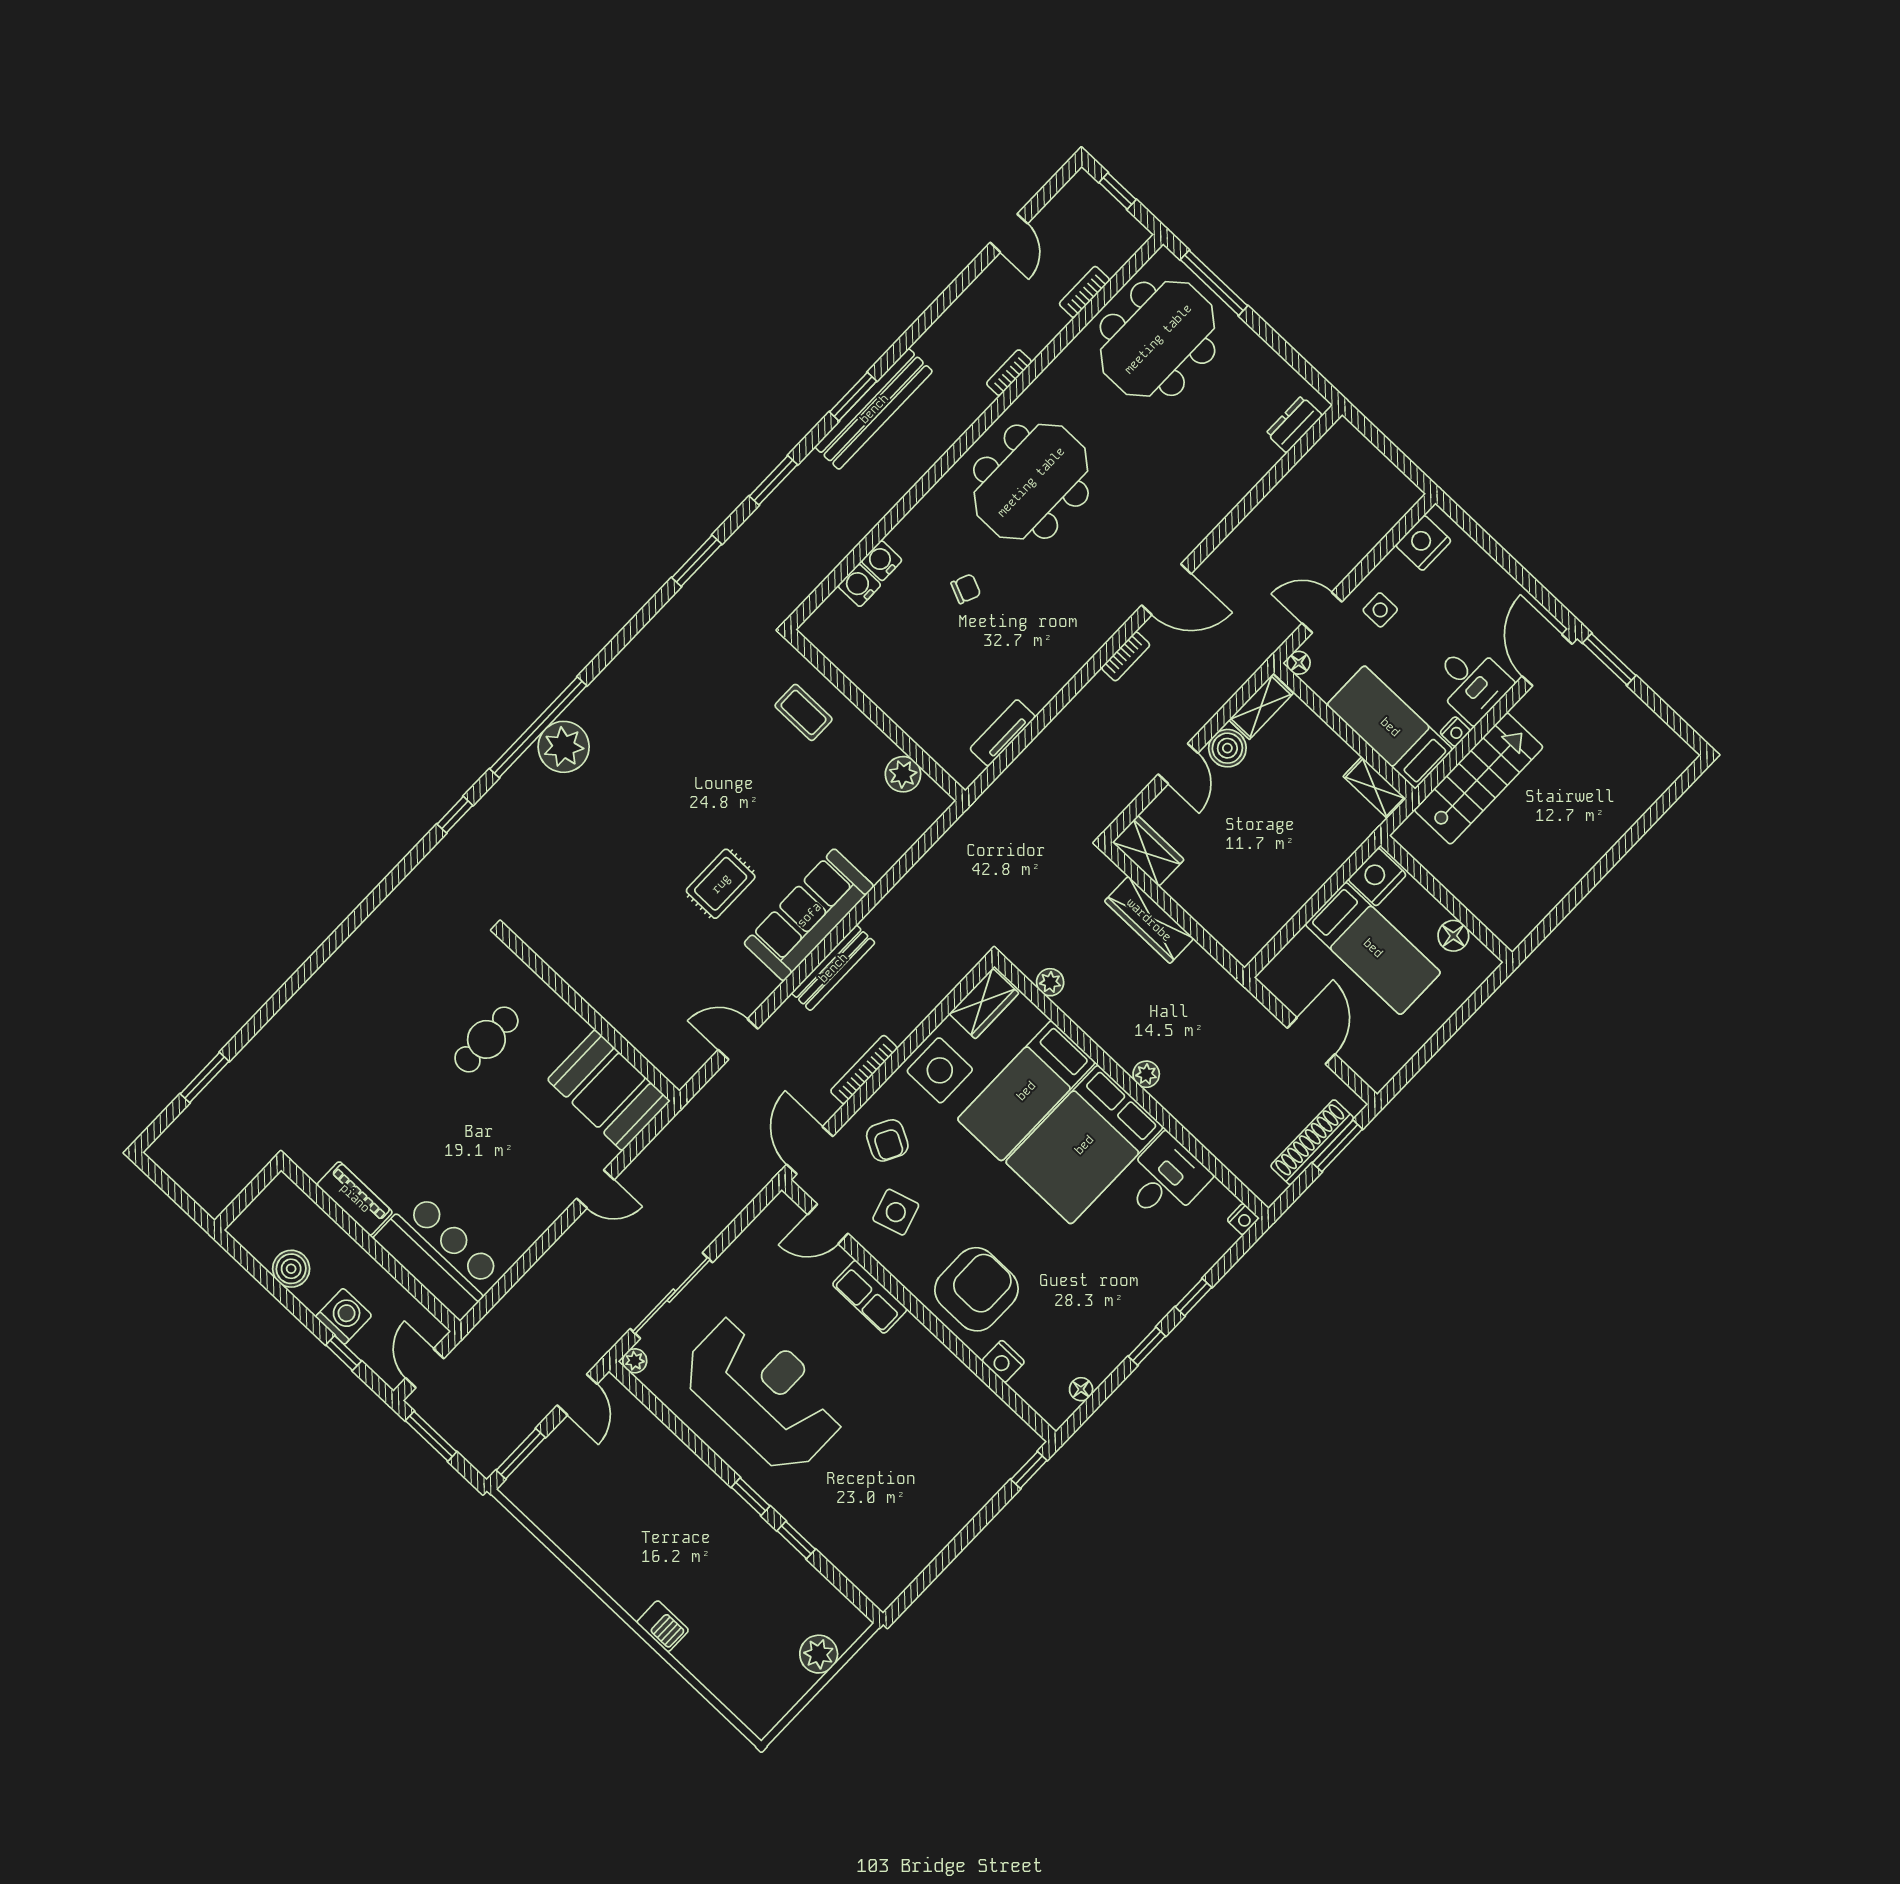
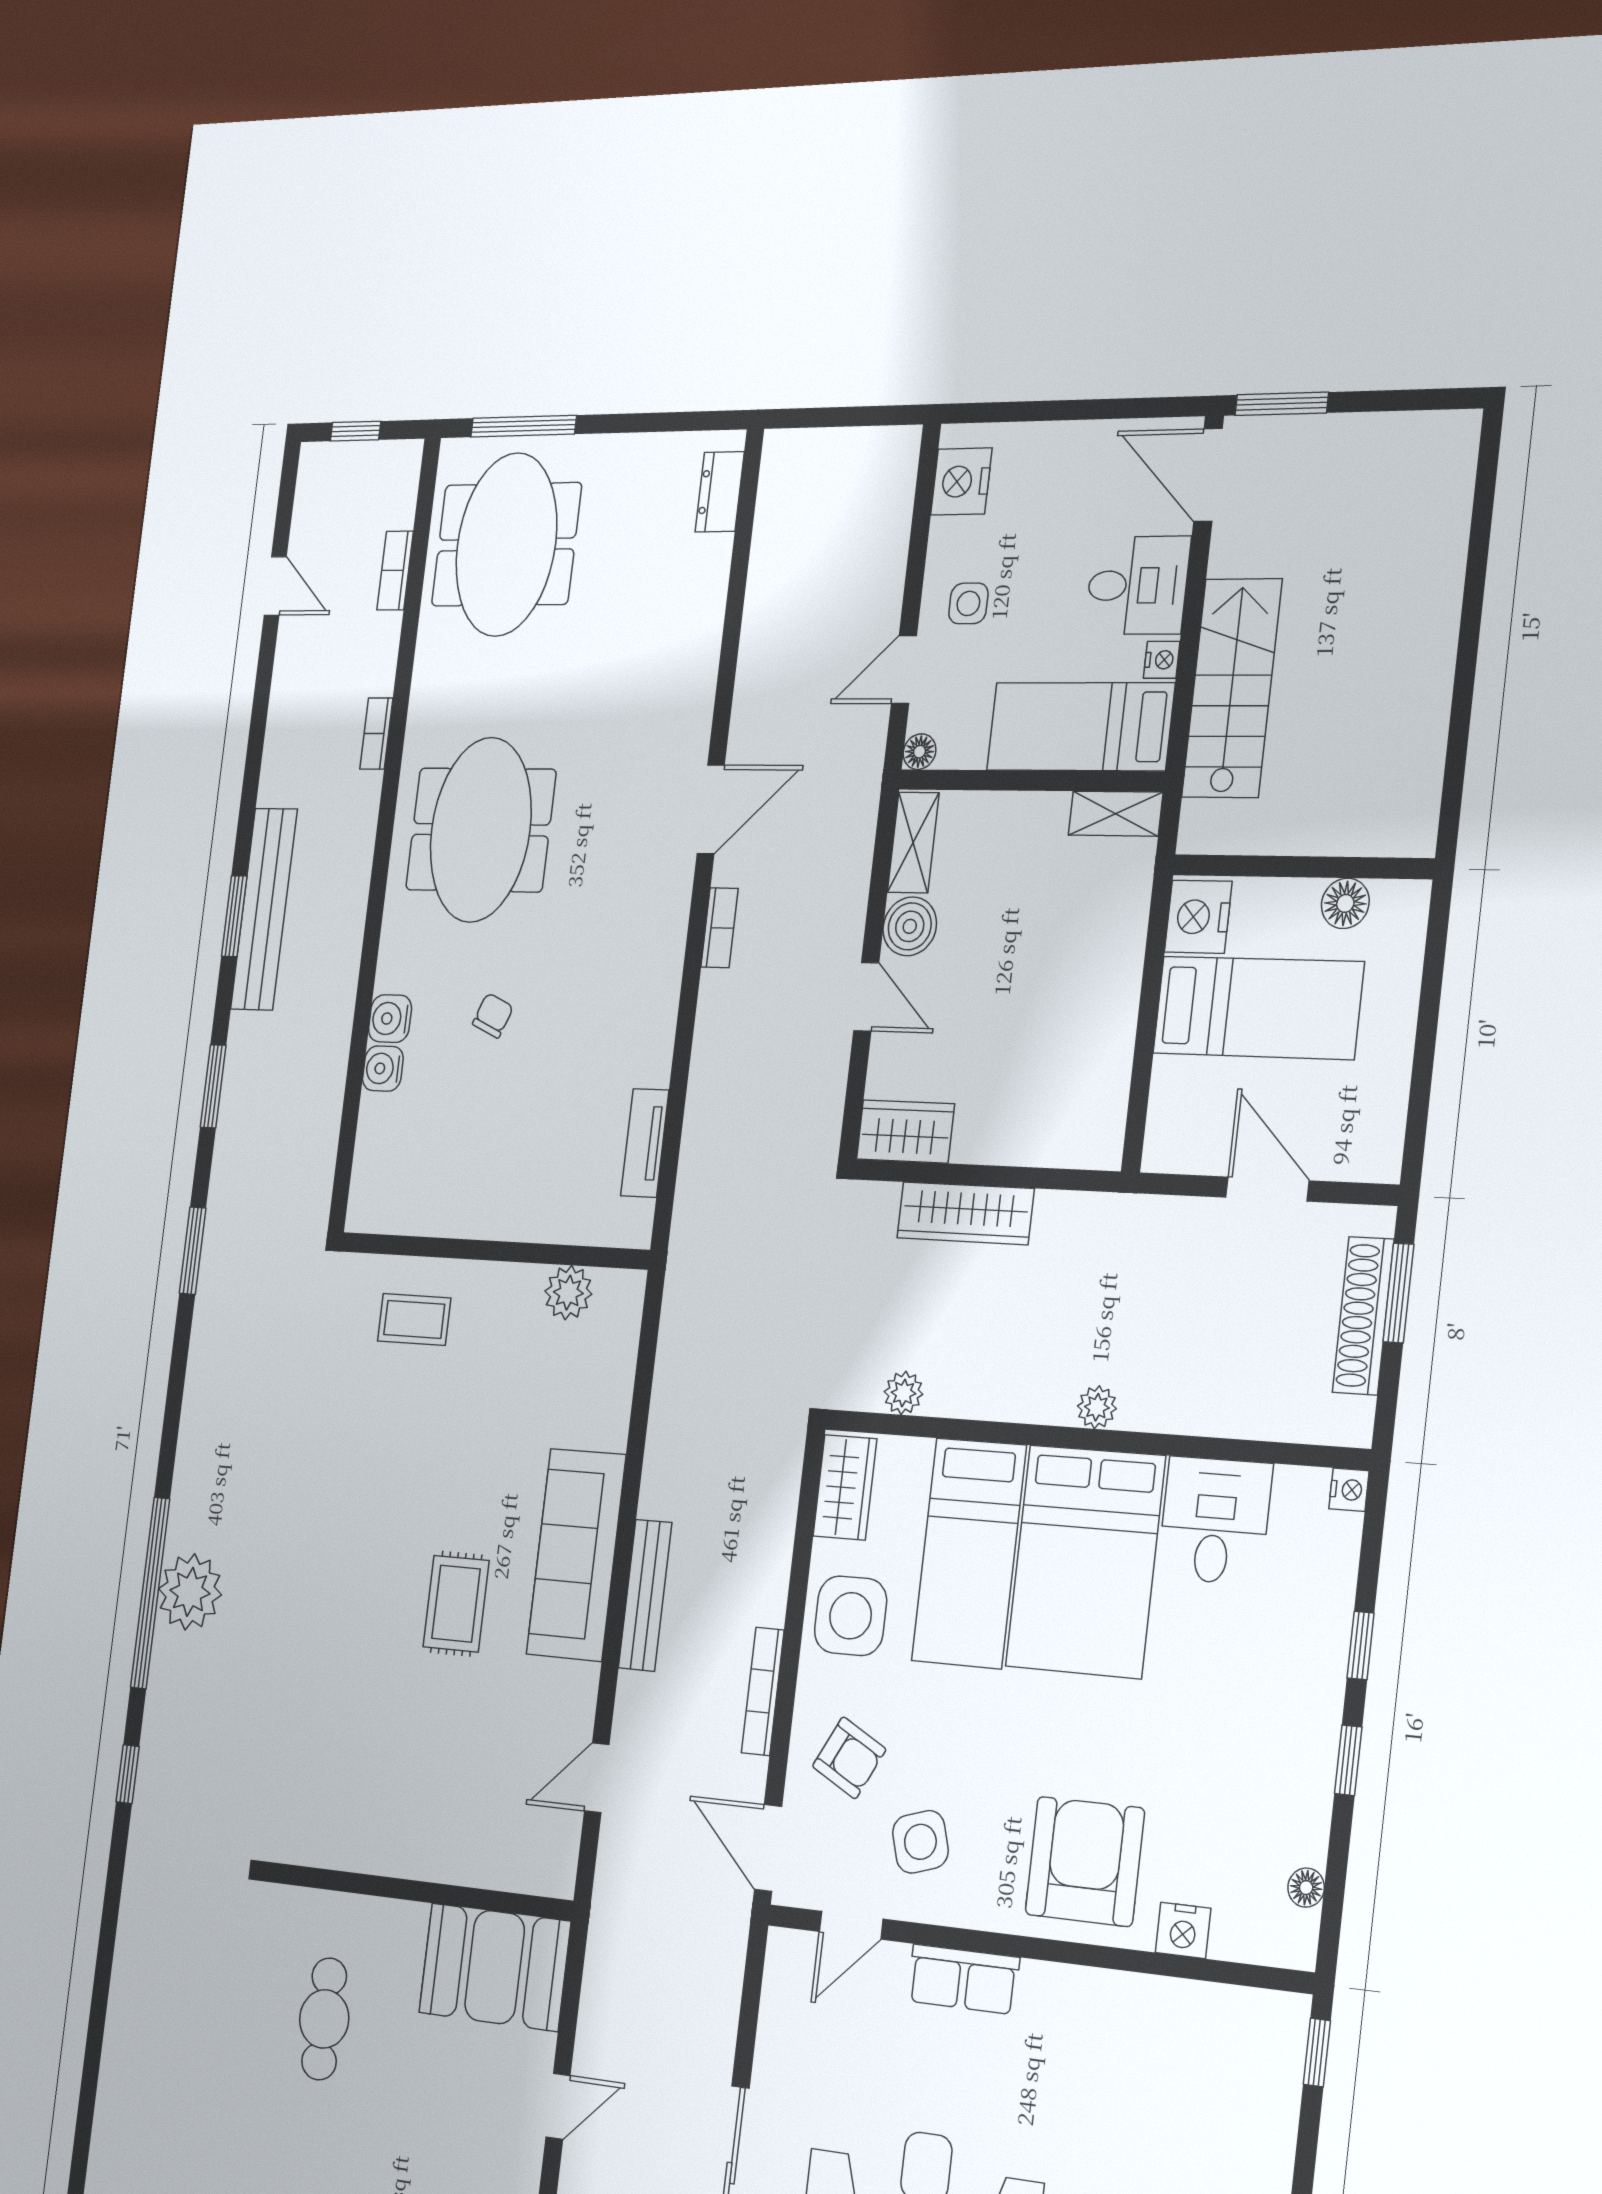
water cooler: (859, 585) -> (390, 1019), moved

